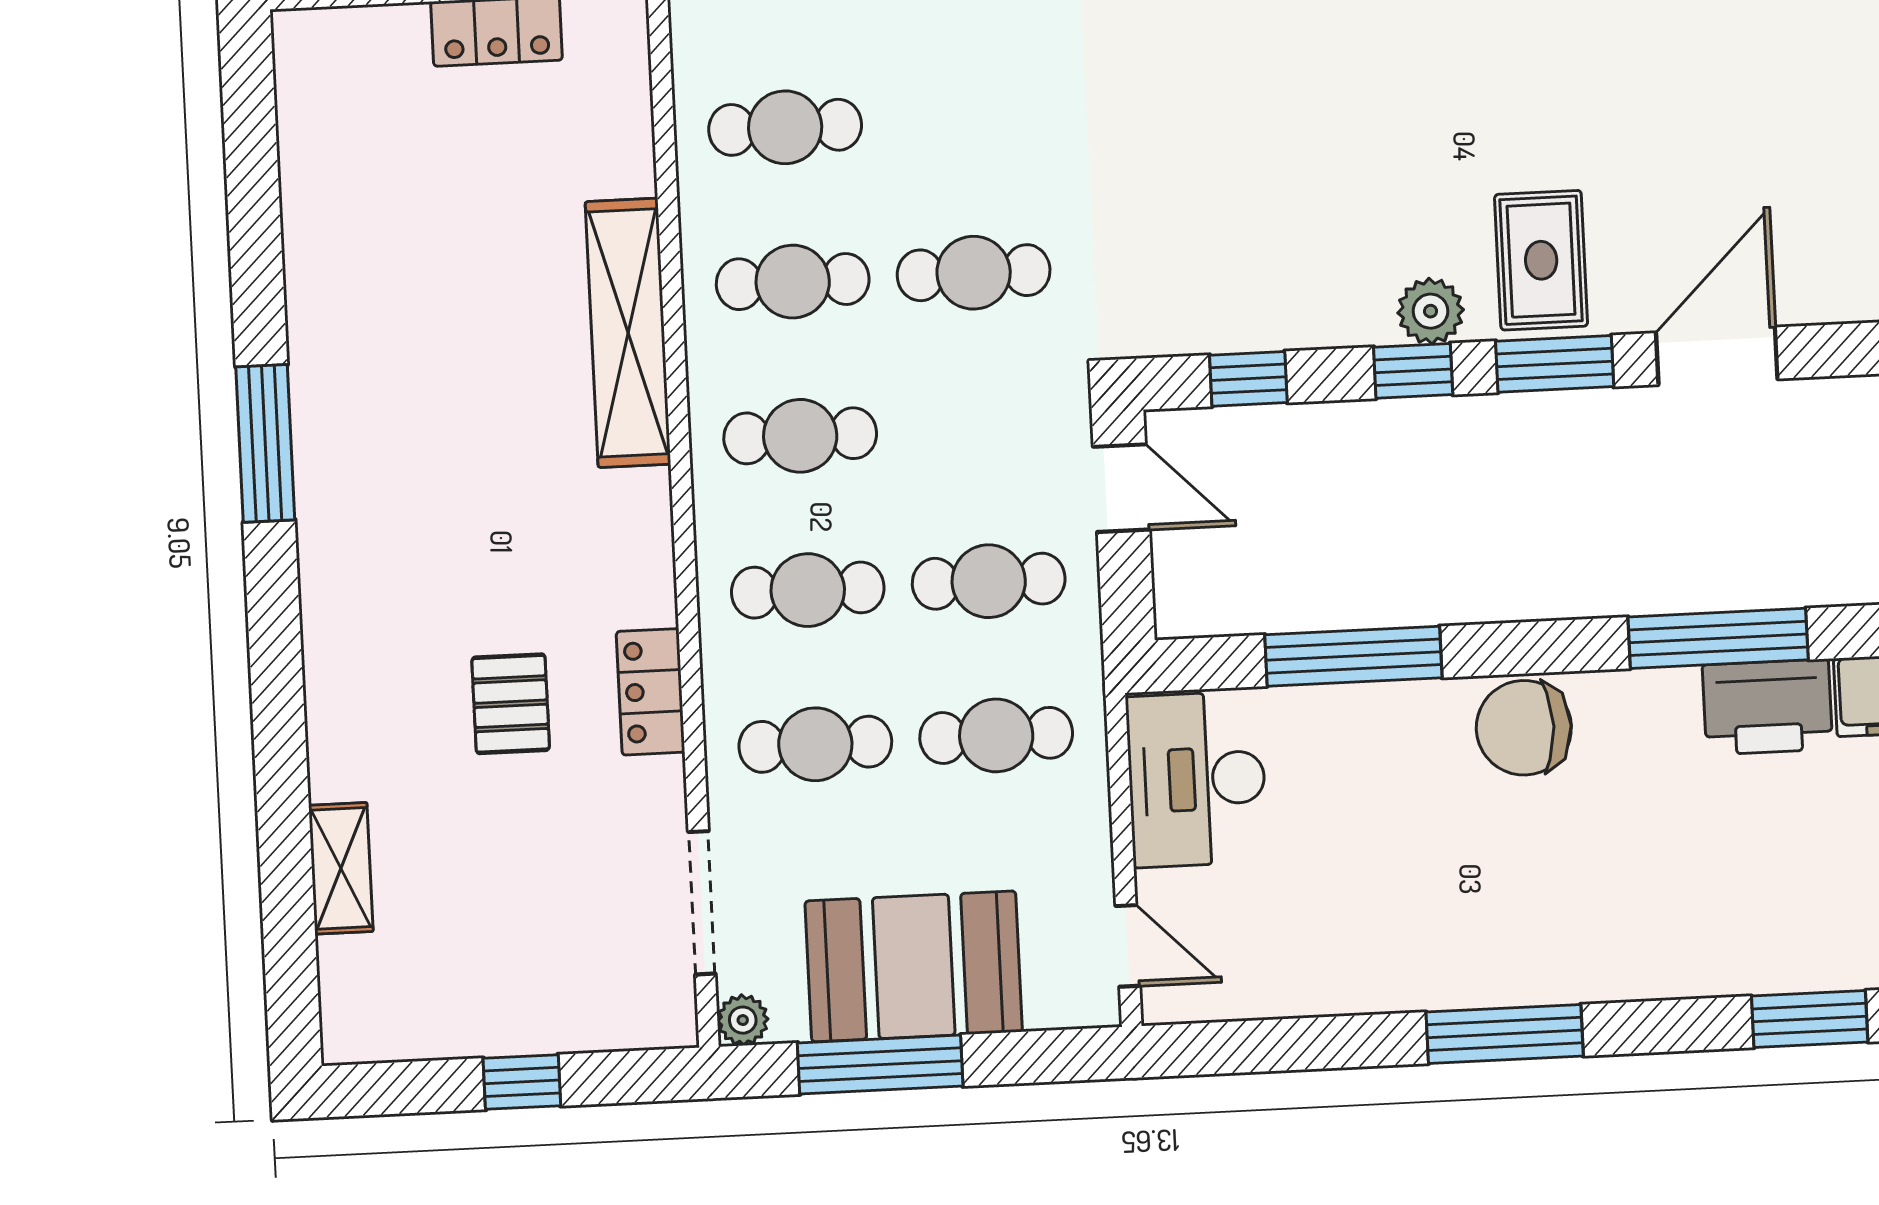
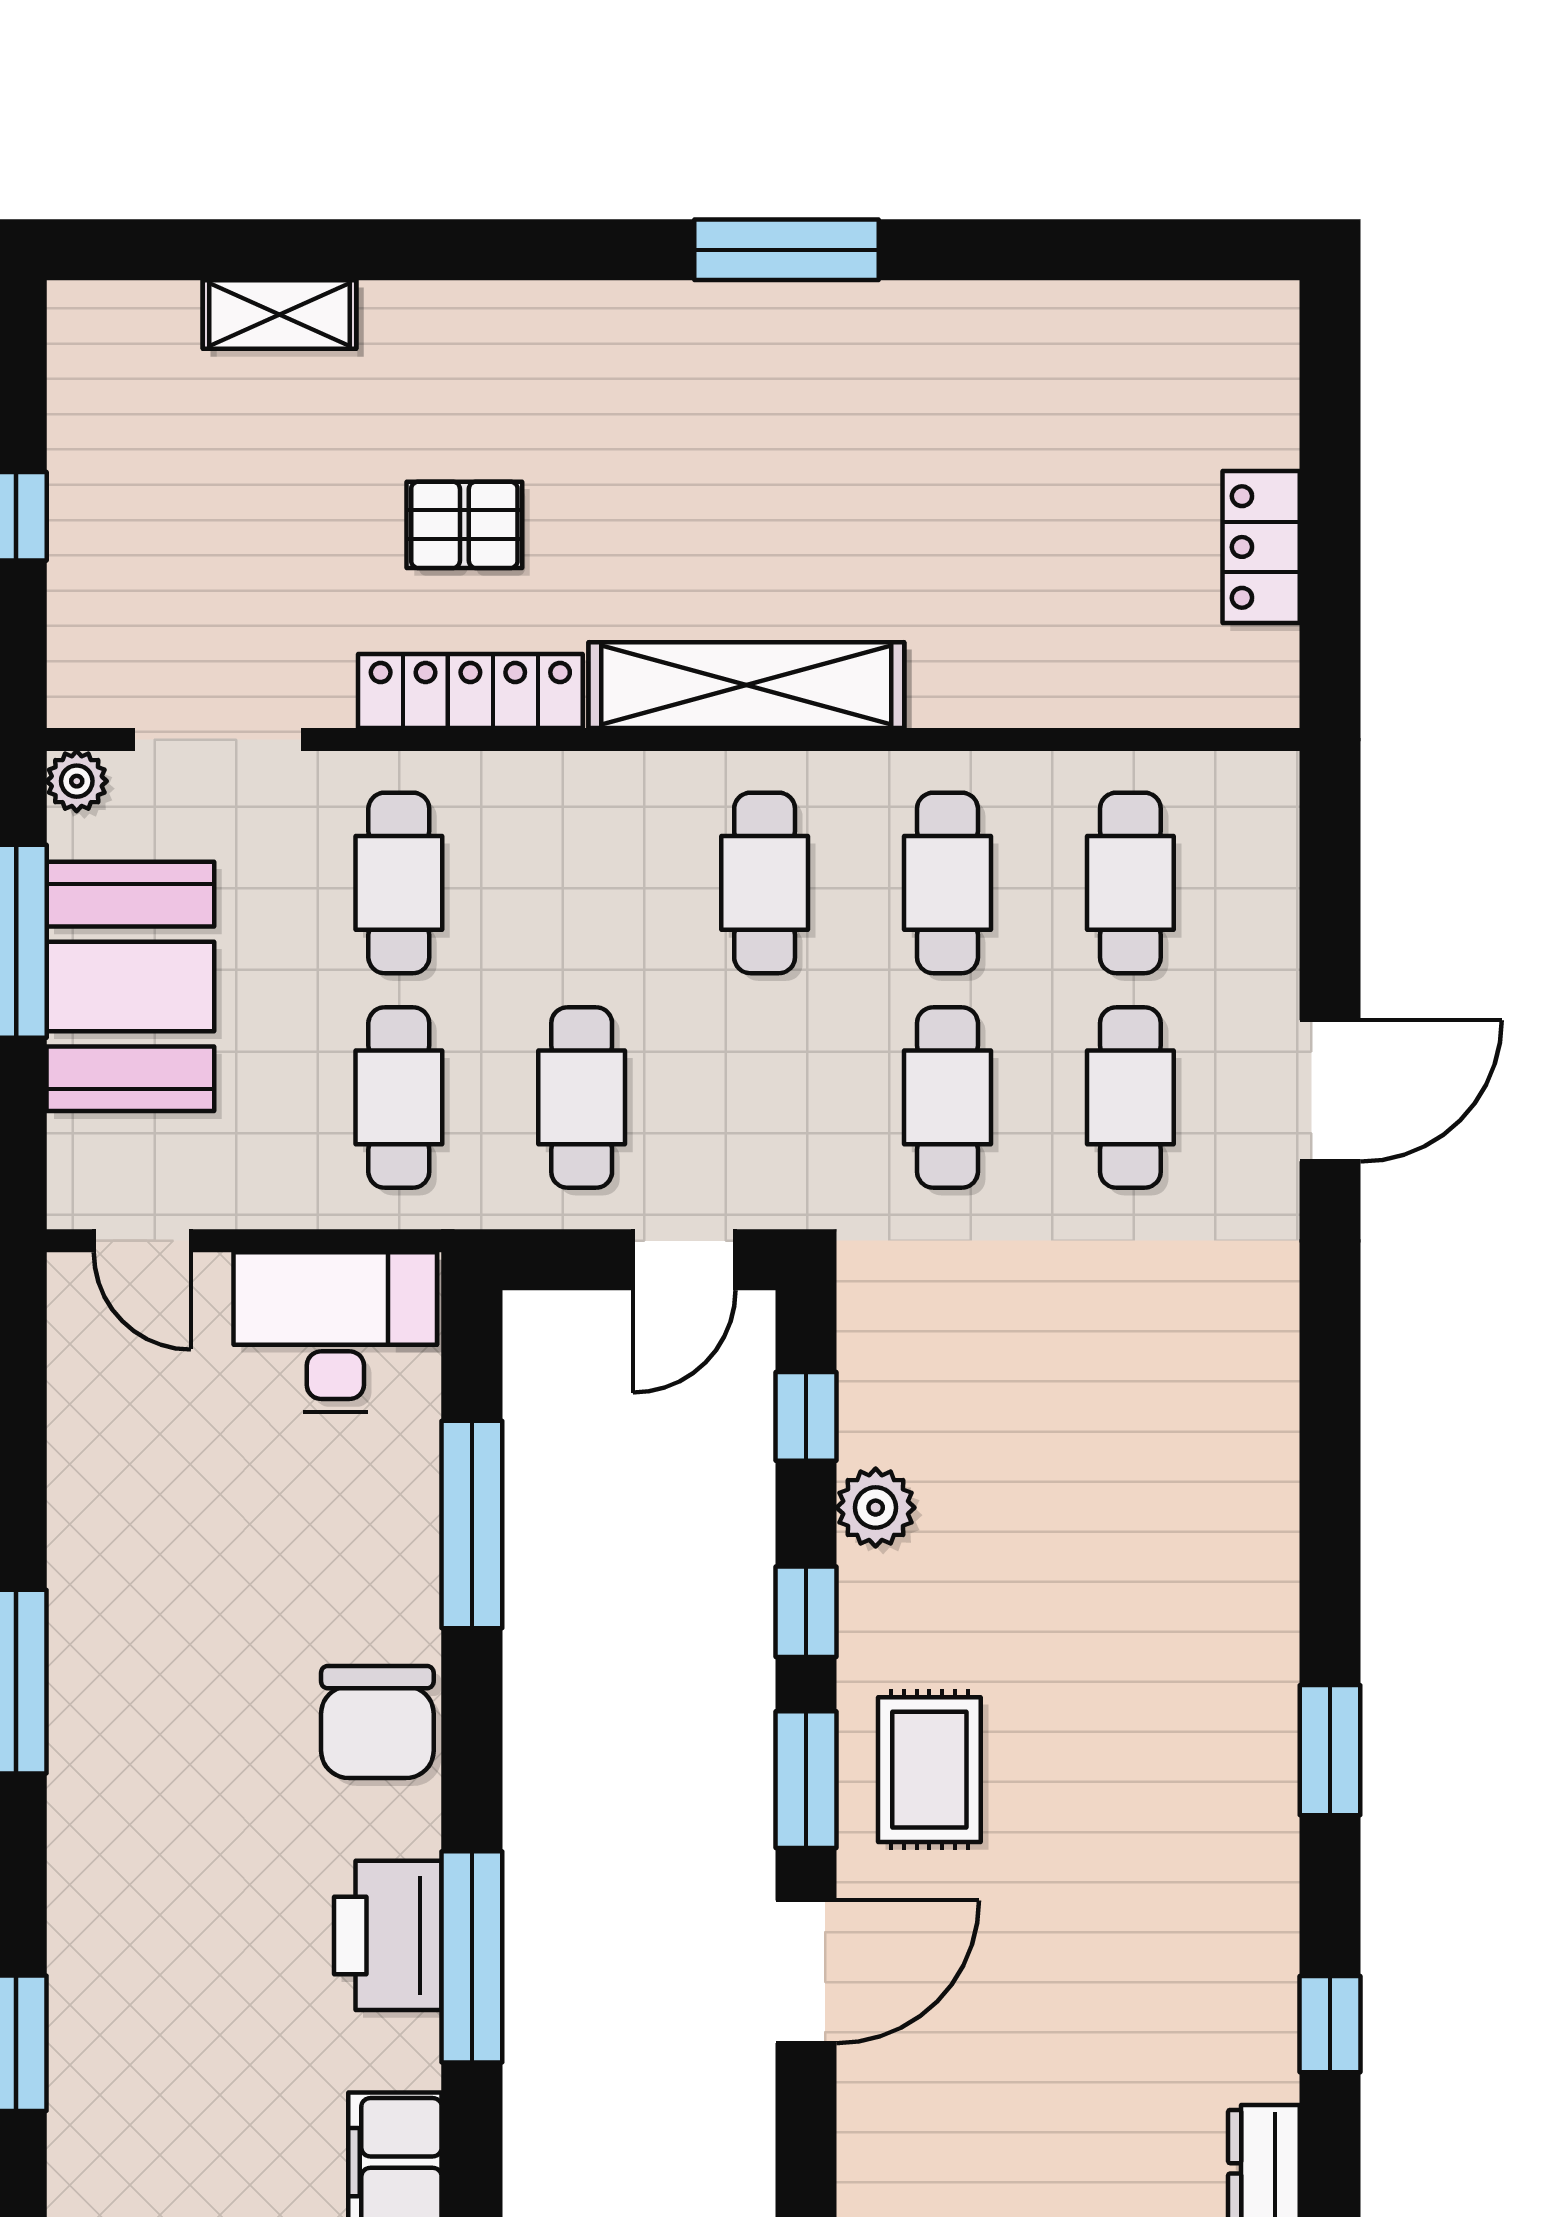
rug: (1541, 260) -> (929, 1770), turned 90
plant: (1431, 311) -> (876, 1508), moved
shelving: (628, 333) -> (746, 685), moved
door: (1717, 356) -> (806, 1972), hinge flipped
cafe table: (808, 590) -> (1130, 1097), moved
locker: (651, 692) -> (470, 691), width x1.53
printer: (1767, 707) -> (388, 1935), moved
chair: (1524, 728) -> (377, 1722), turned 180
door: (1128, 946) -> (142, 1241), hinge flipped

